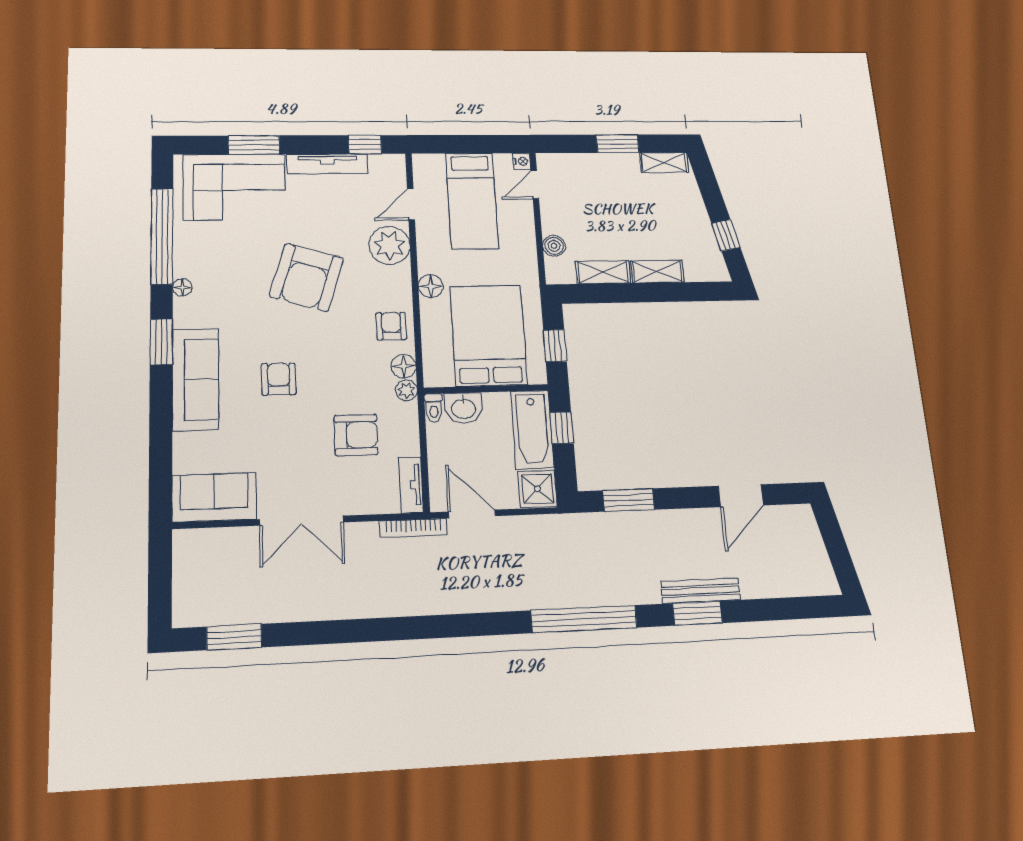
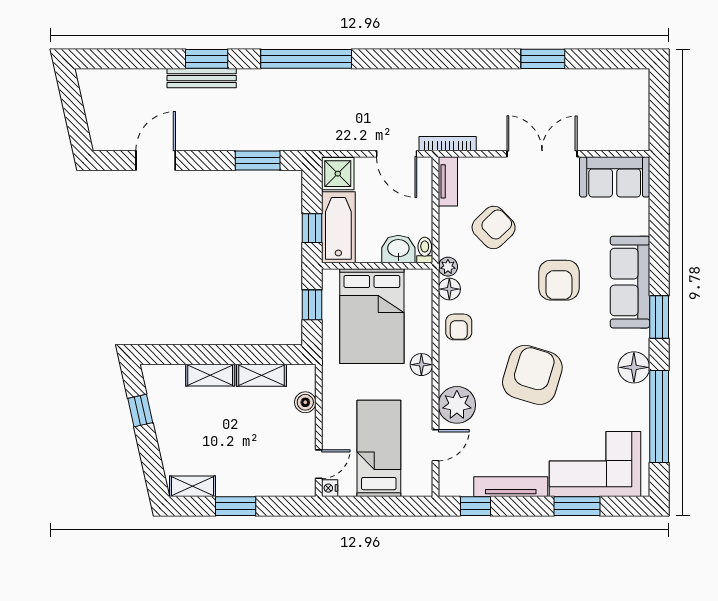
floor lamp: (182, 287) -> (634, 367), width x1.89, depth x1.89
armchair: (279, 379) -> (559, 280), width x1.38, depth x1.38
armchair: (356, 435) -> (494, 227), turned 136
window: (234, 637) -> (543, 59), moved

